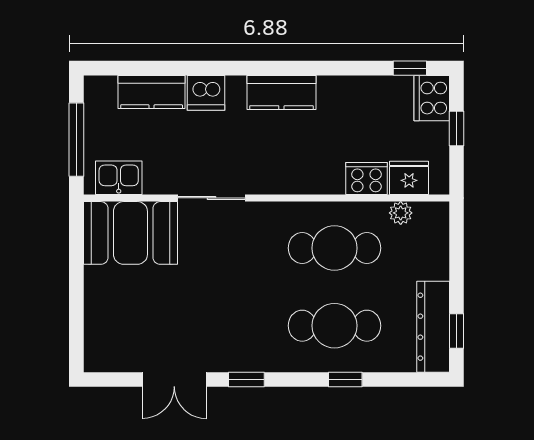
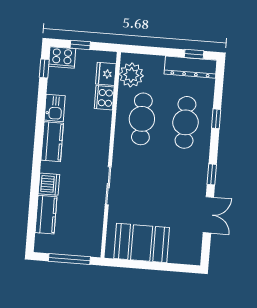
kitchen sink: (119, 178) -> (55, 108), moved, turned 180
plant: (401, 213) -> (131, 75), width x1.88, depth x1.88
booth: (130, 233) -> (142, 243), moved, turned 90

